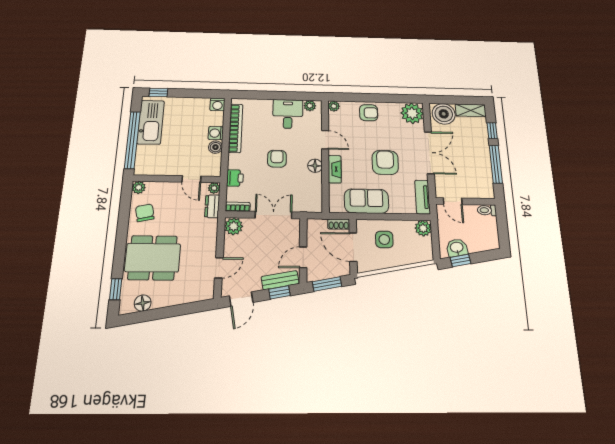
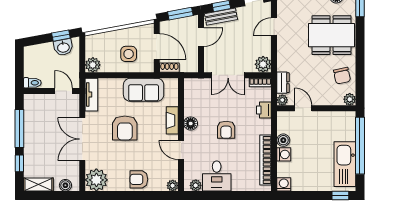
boiler: (444, 114) -> (65, 185), width x0.54, depth x0.54

